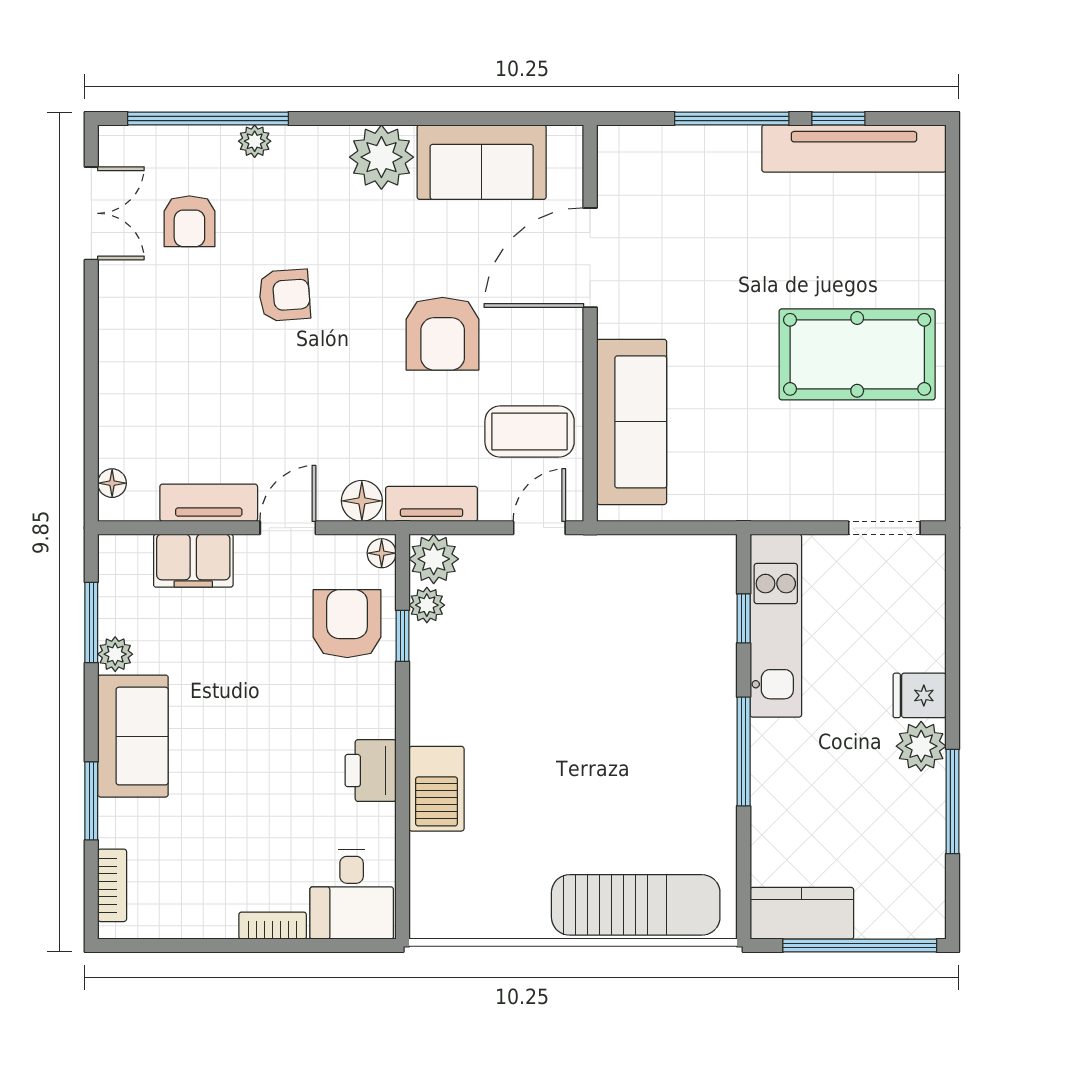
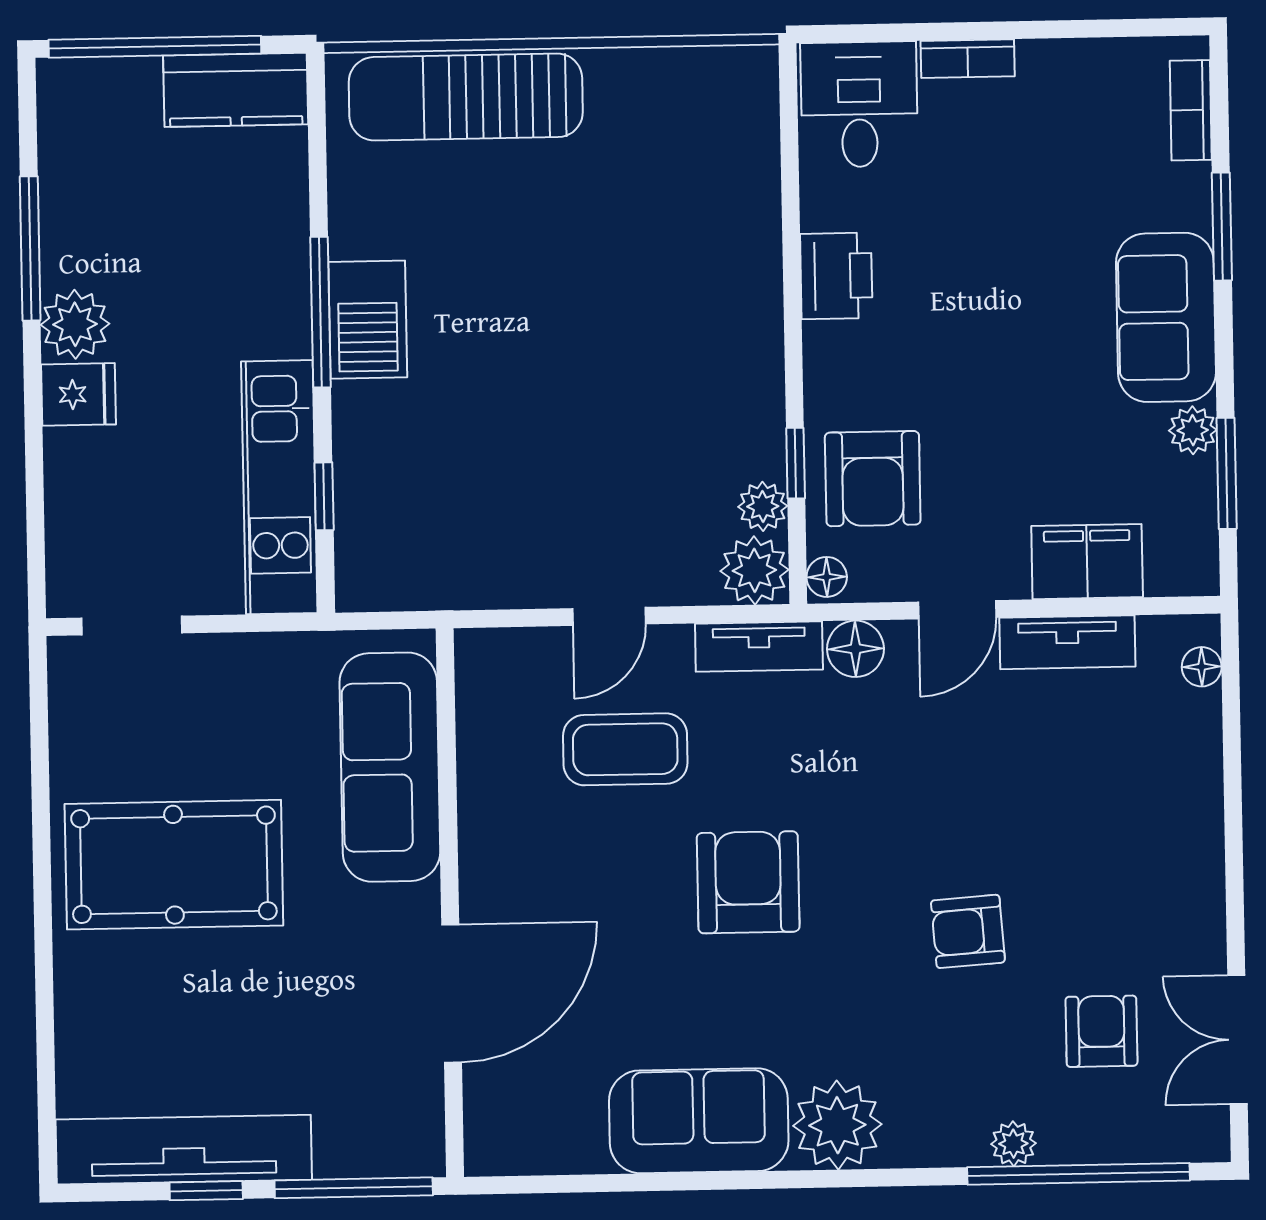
door: (590, 258) -> (452, 993), moved
wall: (590, 323) -> (450, 903), moved
sofa: (632, 422) -> (390, 767), moved
barbecue: (437, 789) -> (368, 320), moved, turned 180

